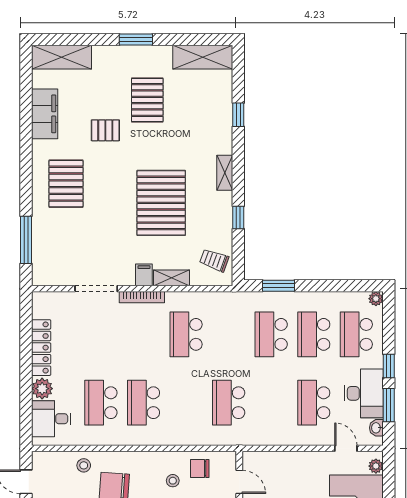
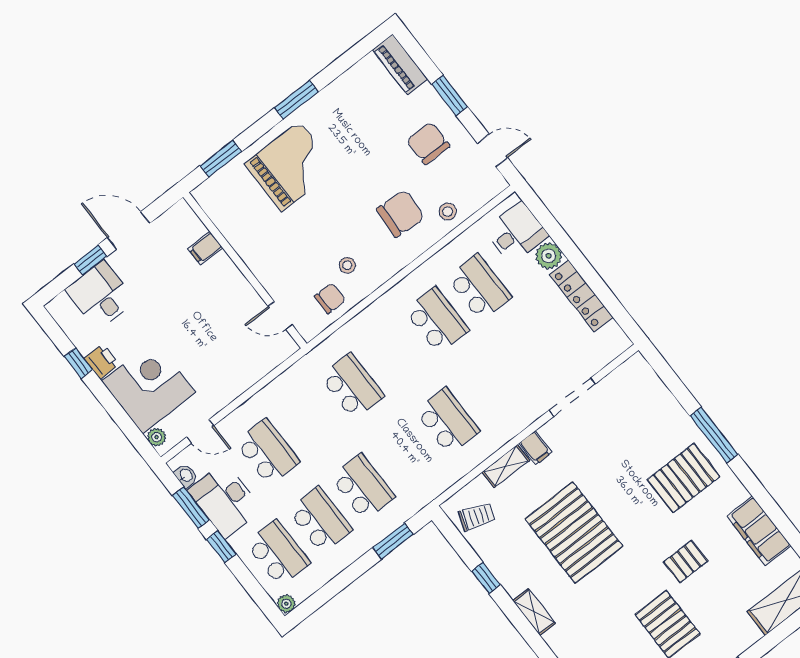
pallet: (66, 184) -> (684, 478), turned 90
window: (26, 240) -> (714, 435), moved
bookcase: (142, 297) -> (520, 424), removed

